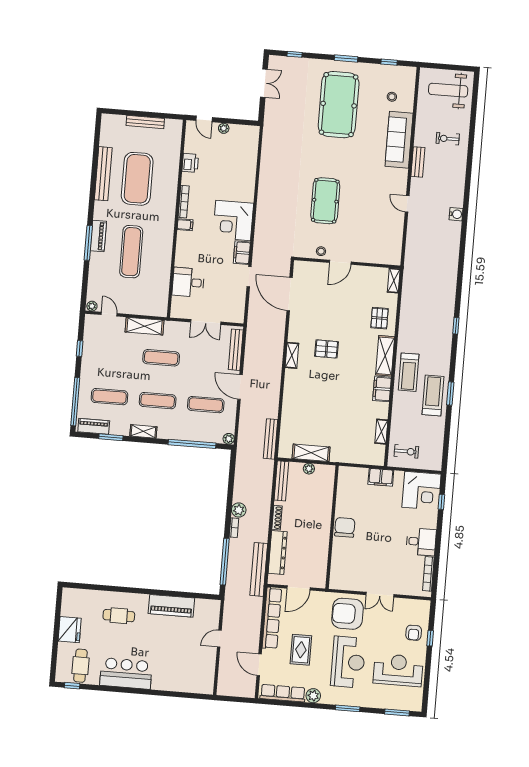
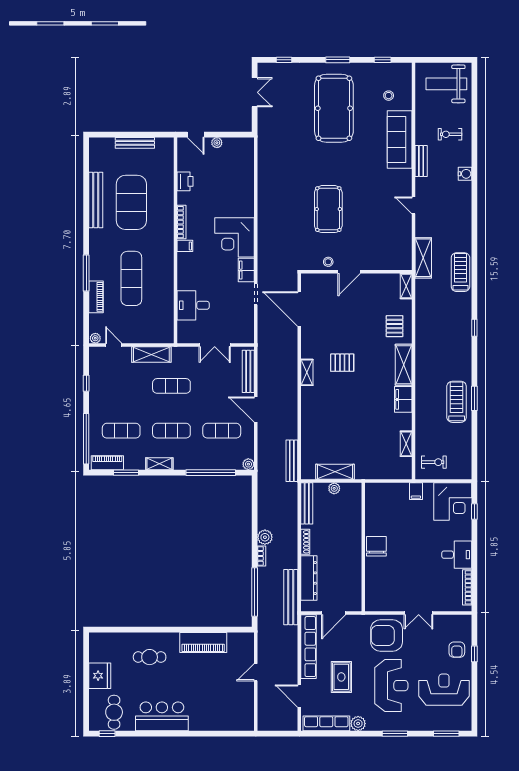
water cooler: (456, 214) -> (465, 174), moved
piano: (98, 236) -> (96, 297), moved
shelving: (412, 255) -> (423, 258), added
treadmill: (409, 372) -> (460, 272), moved, turned 180
filing cabinet: (381, 477) -> (416, 491), width x0.50

